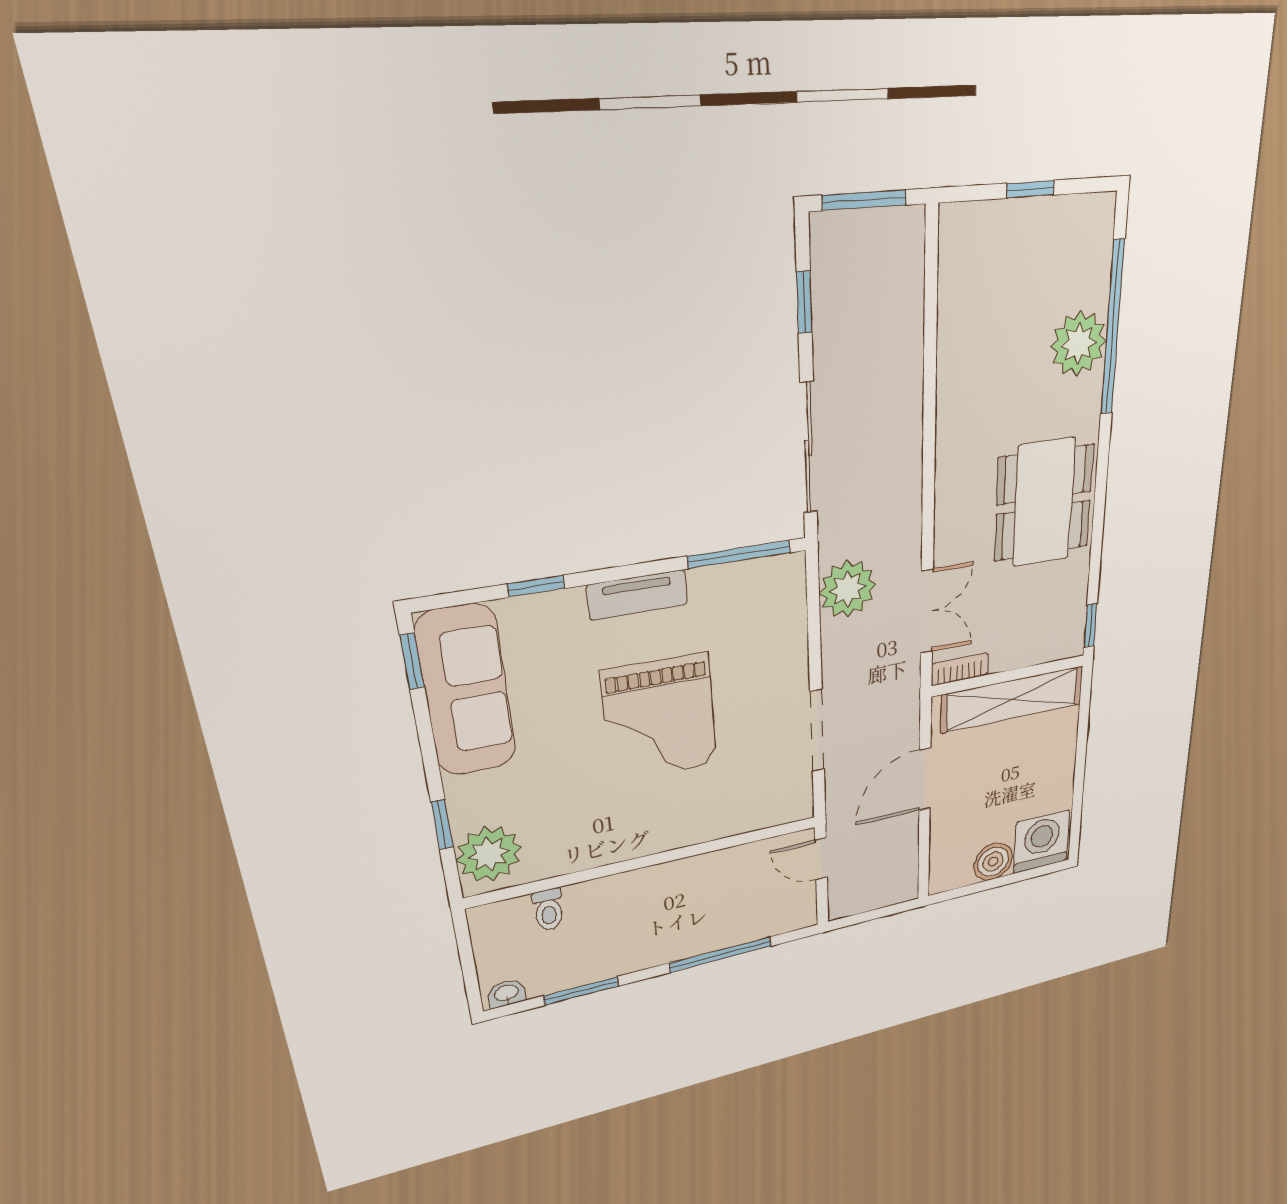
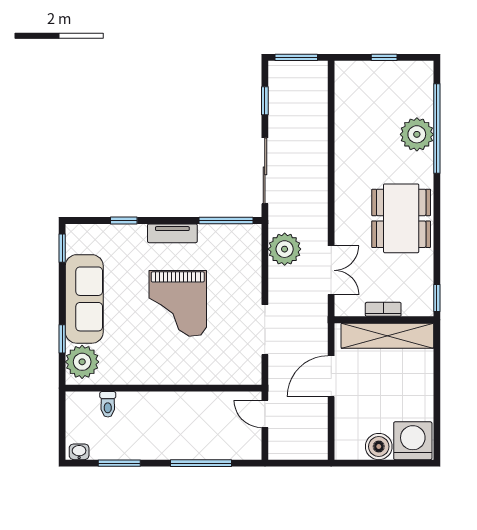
bookcase: (960, 669) -> (383, 309), moved
sofa: (466, 691) -> (84, 299), moved

